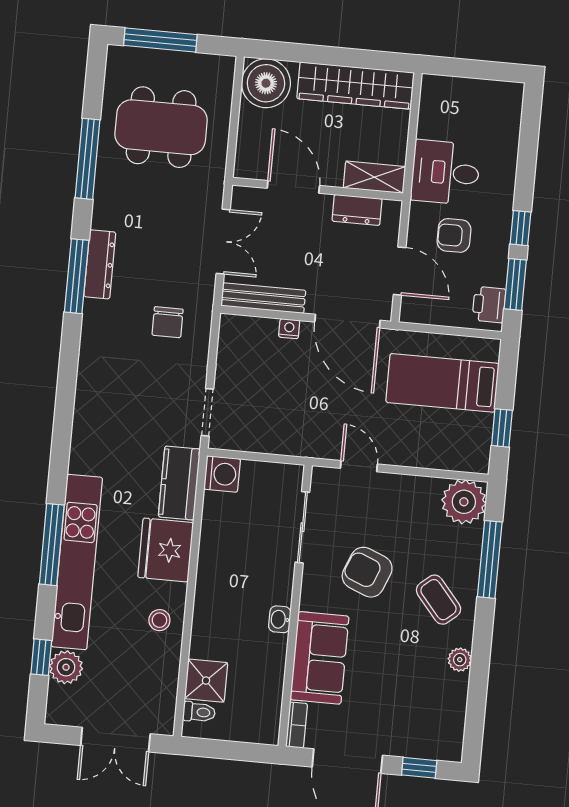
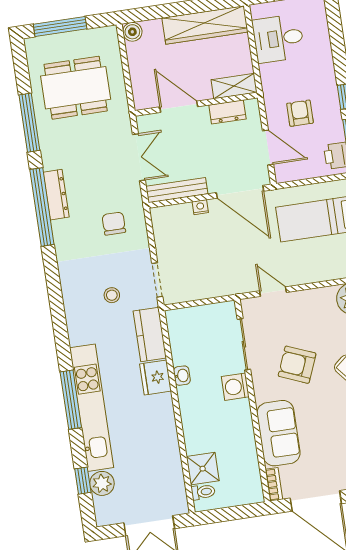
boiler: (266, 83) -> (132, 32), width x0.54, depth x0.54
desk: (445, 172) -> (278, 38), moved
armchair: (454, 235) -> (300, 113), turned 90
window: (77, 276) -> (42, 207), width x1.46
chair: (168, 322) -> (114, 224), turned 180
washing machine: (222, 474) -> (235, 387), moved, turned 180
fridge: (166, 550) -> (155, 378), width x0.73, depth x0.75
washbasin: (280, 619) -> (182, 376), moved, turned 180
stool: (159, 620) -> (112, 295), moved

